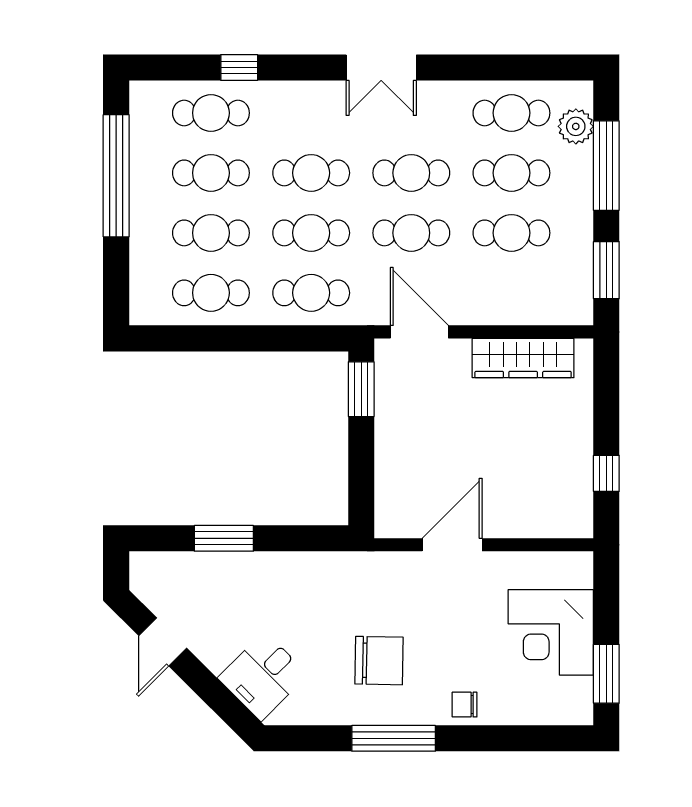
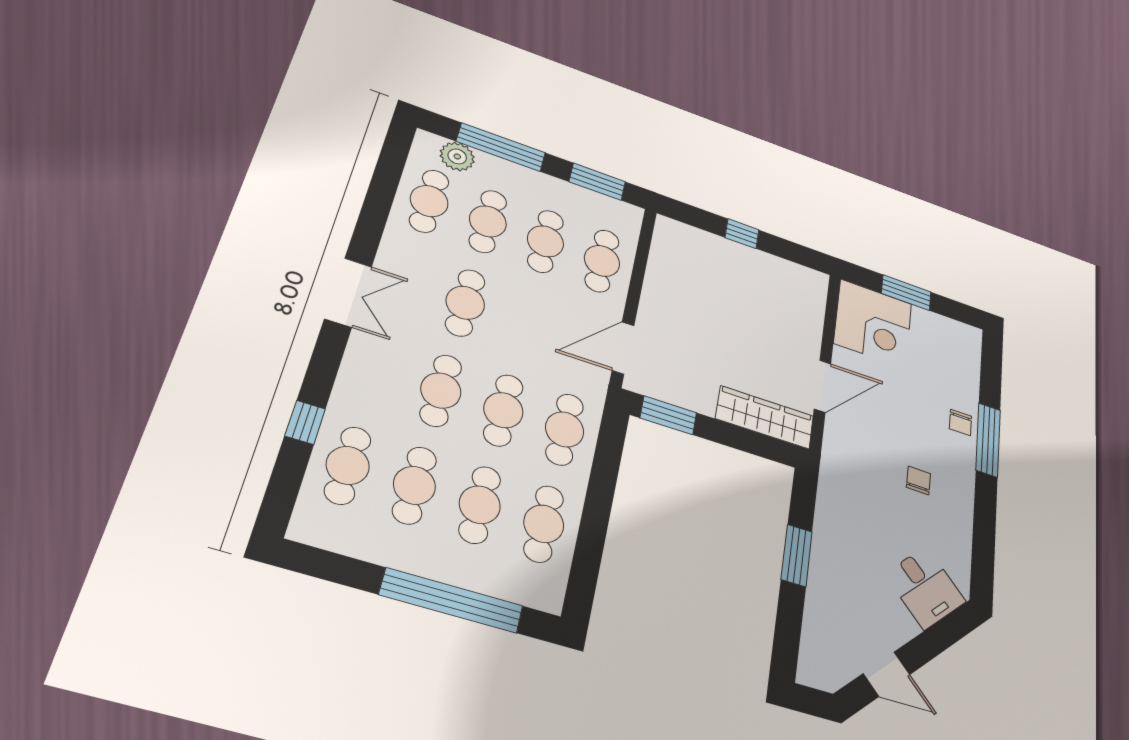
window: (116, 176) -> (452, 600), moved
cafe table: (411, 233) -> (602, 261), moved
wardrobe: (523, 358) -> (765, 417), moved, turned -90
window: (606, 473) -> (742, 234), moved
window: (224, 538) -> (797, 555), moved
door: (452, 545) -> (823, 386), swing flipped
corner desk: (551, 632) -> (873, 323), moved
chair: (379, 661) -> (918, 480), width x0.54, depth x0.54
window: (606, 674) -> (906, 293), moved
window: (394, 738) -> (988, 440), moved

